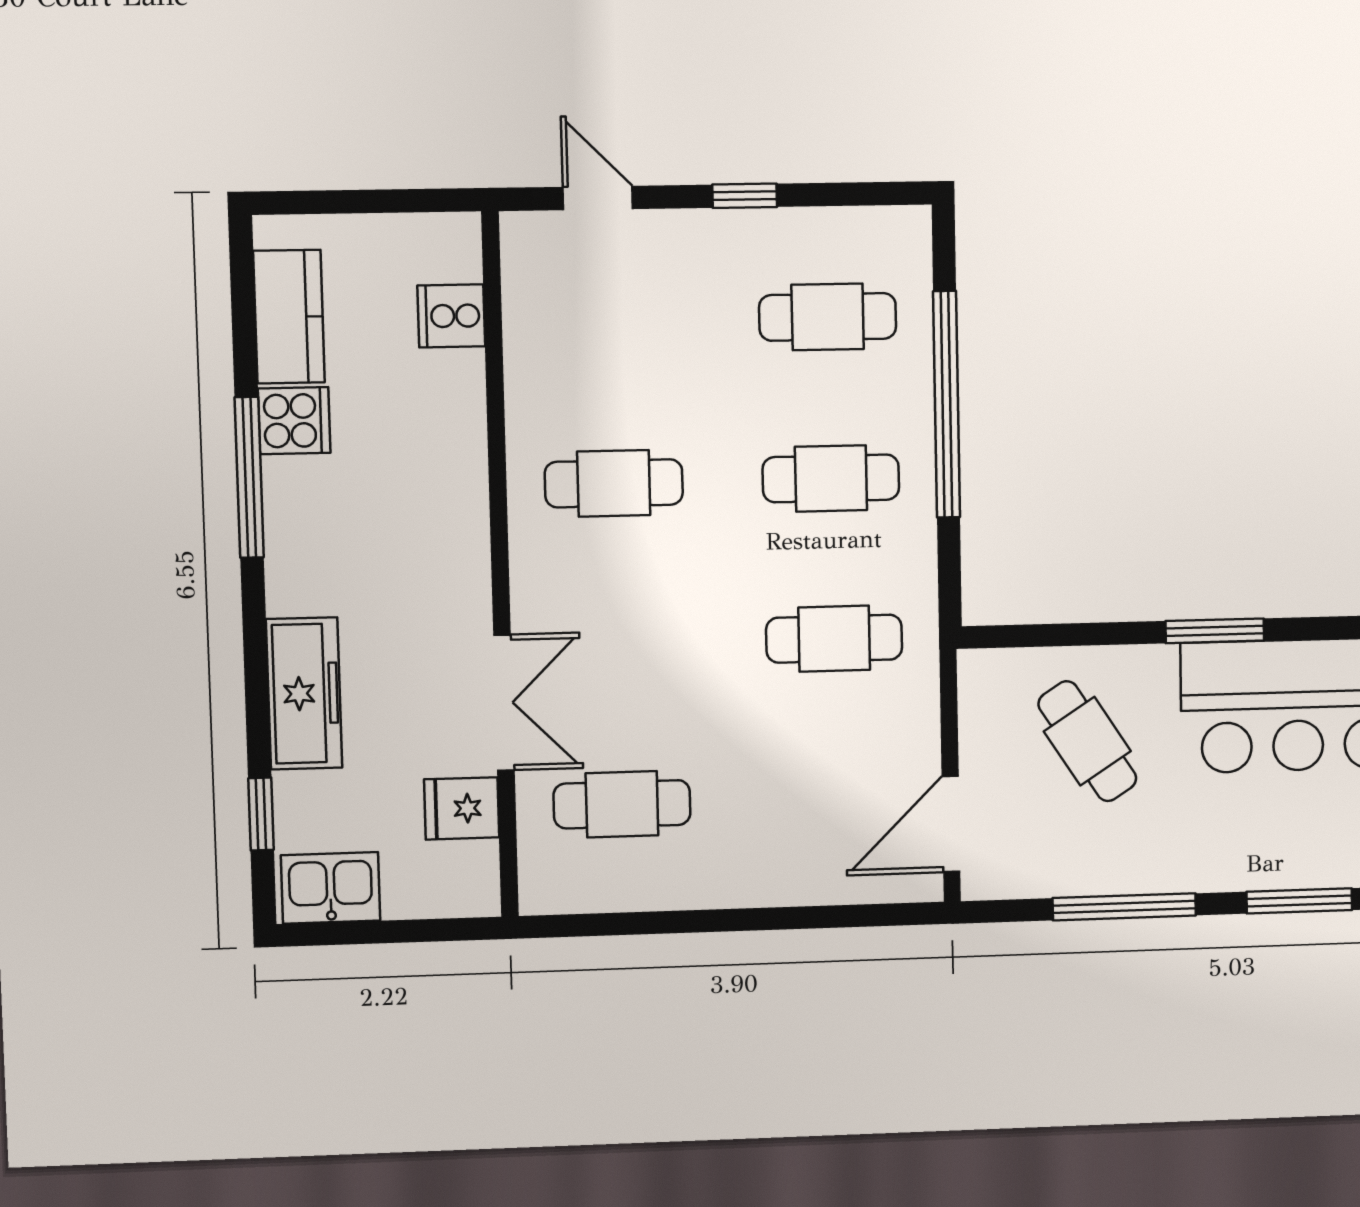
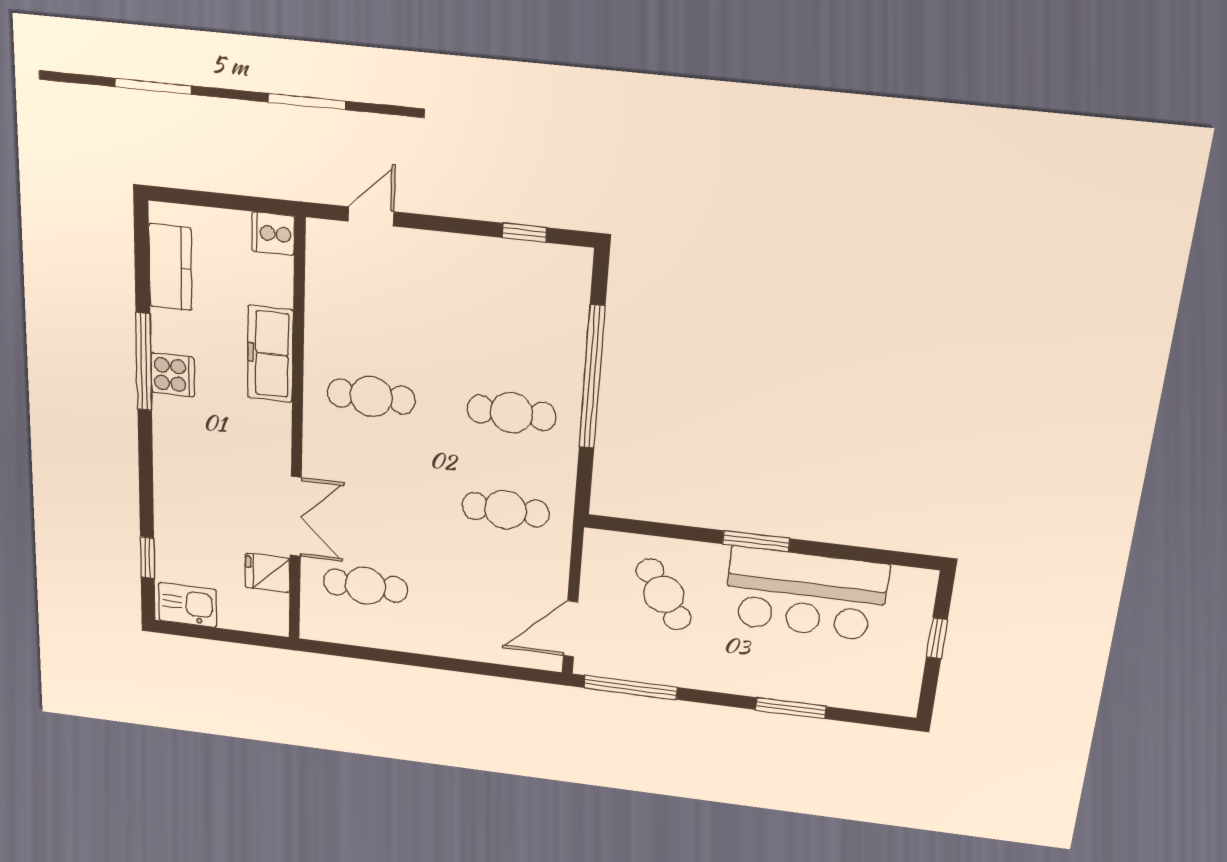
window: (745, 196) -> (524, 233), moved
door: (598, 198) -> (371, 216), hinge flipped
cooker: (451, 316) -> (273, 234), moved
cafe table: (828, 317) -> (518, 312), removed
cooker: (294, 421) -> (173, 375), moved
freezer: (304, 693) -> (270, 354), moved, turned 180
window: (1124, 907) -> (631, 687), moved

